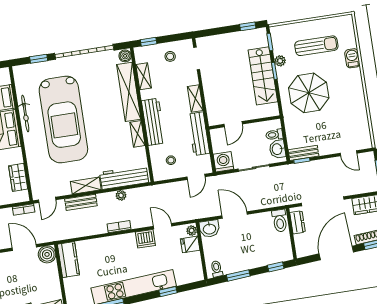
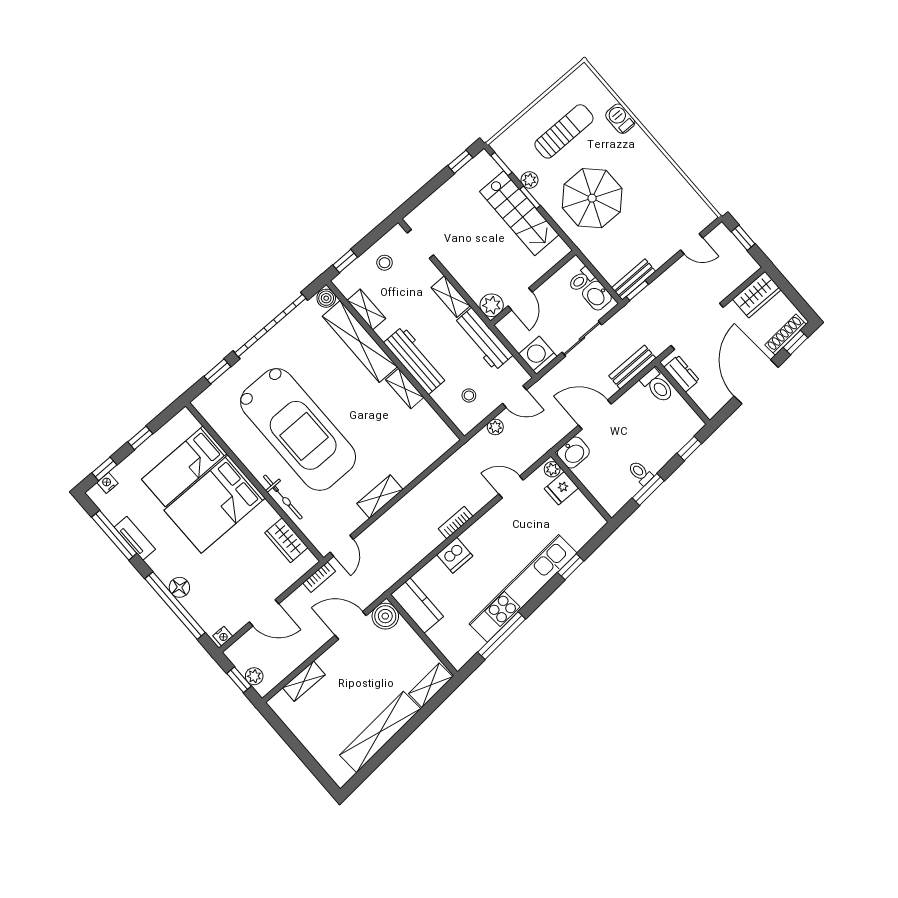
bicycle: (25, 113) -> (283, 497), moved
plant: (215, 118) -> (492, 305), added
workbench: (124, 177) -> (422, 455), removed
door: (196, 177) -> (515, 397), hinge flipped
plant: (121, 195) -> (495, 427), moved
bench: (81, 202) -> (632, 367), moved
dishwasher: (145, 239) -> (455, 555), moved
toilet: (217, 269) -> (640, 473), moved

